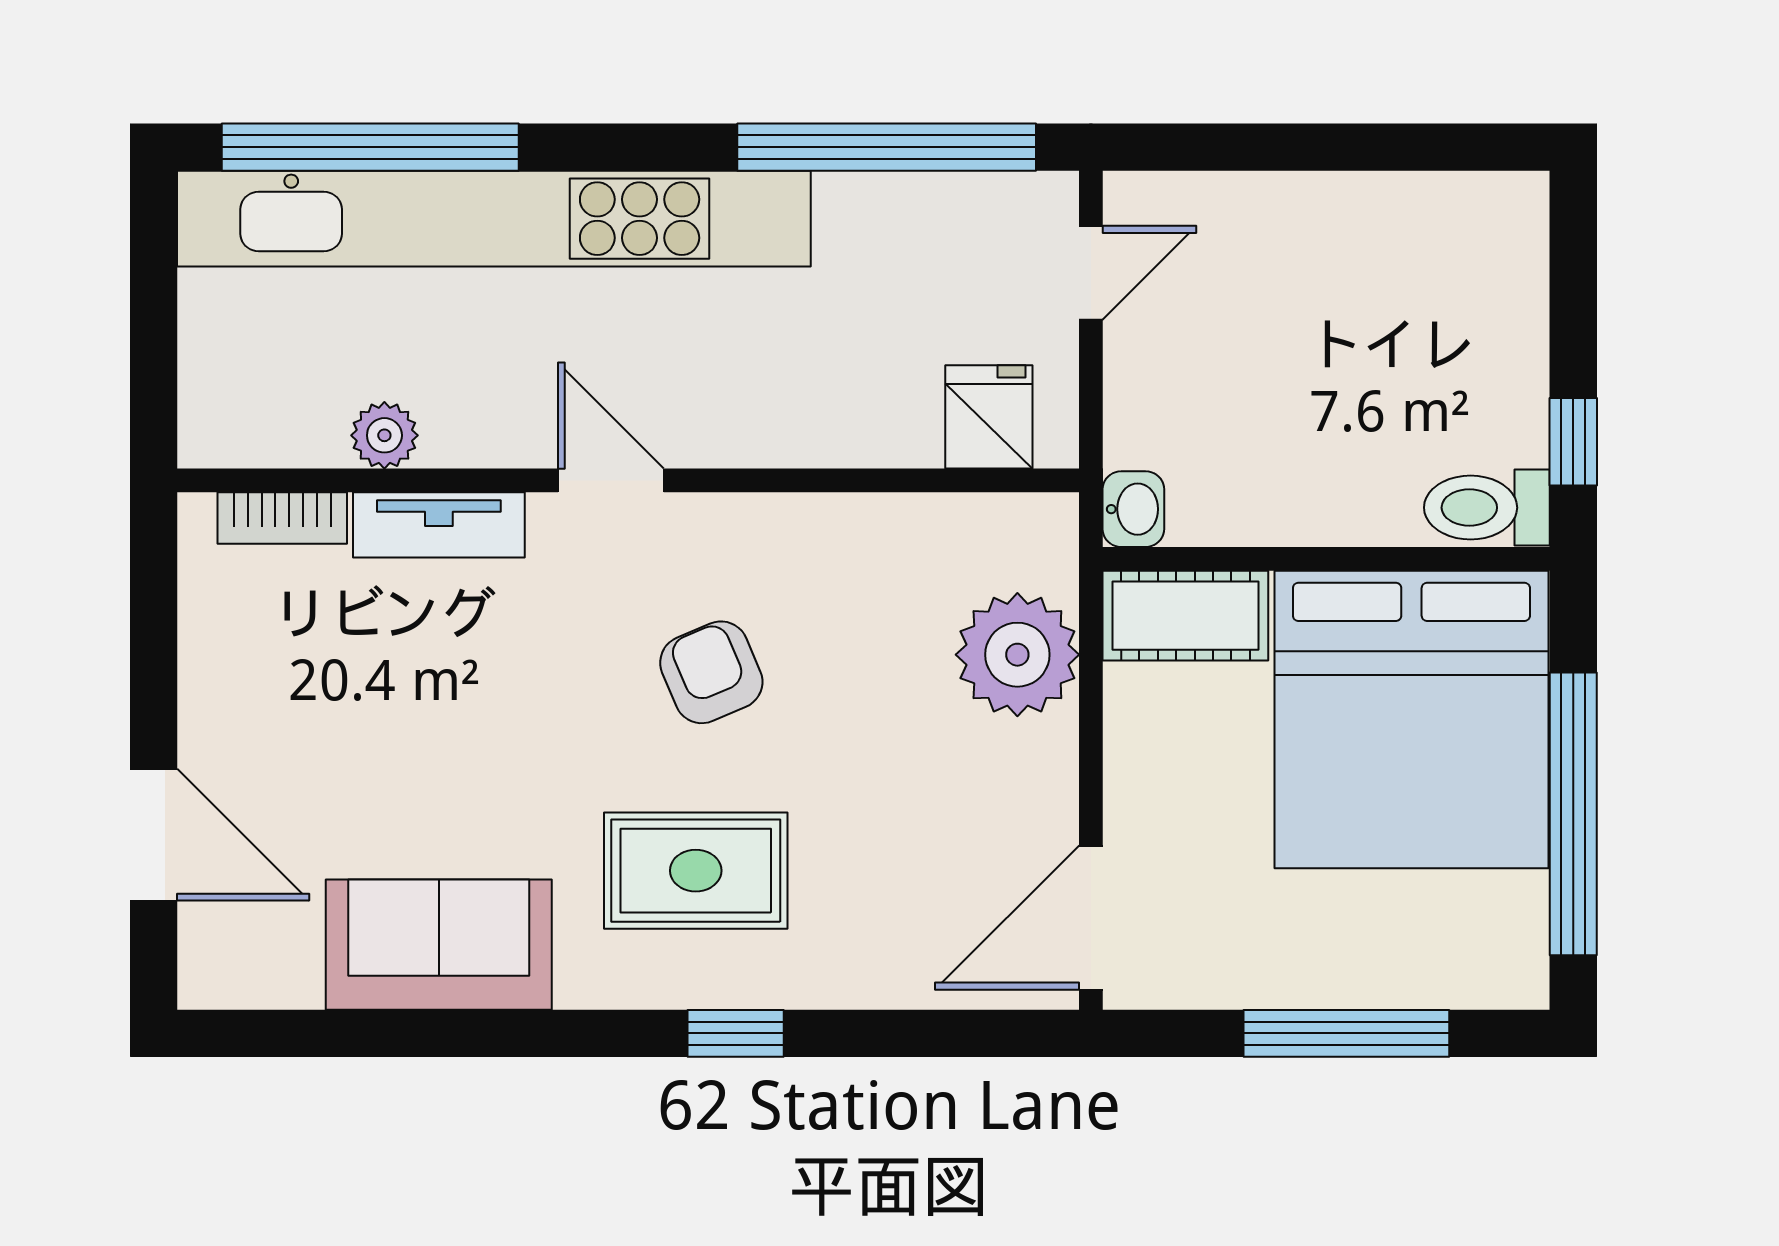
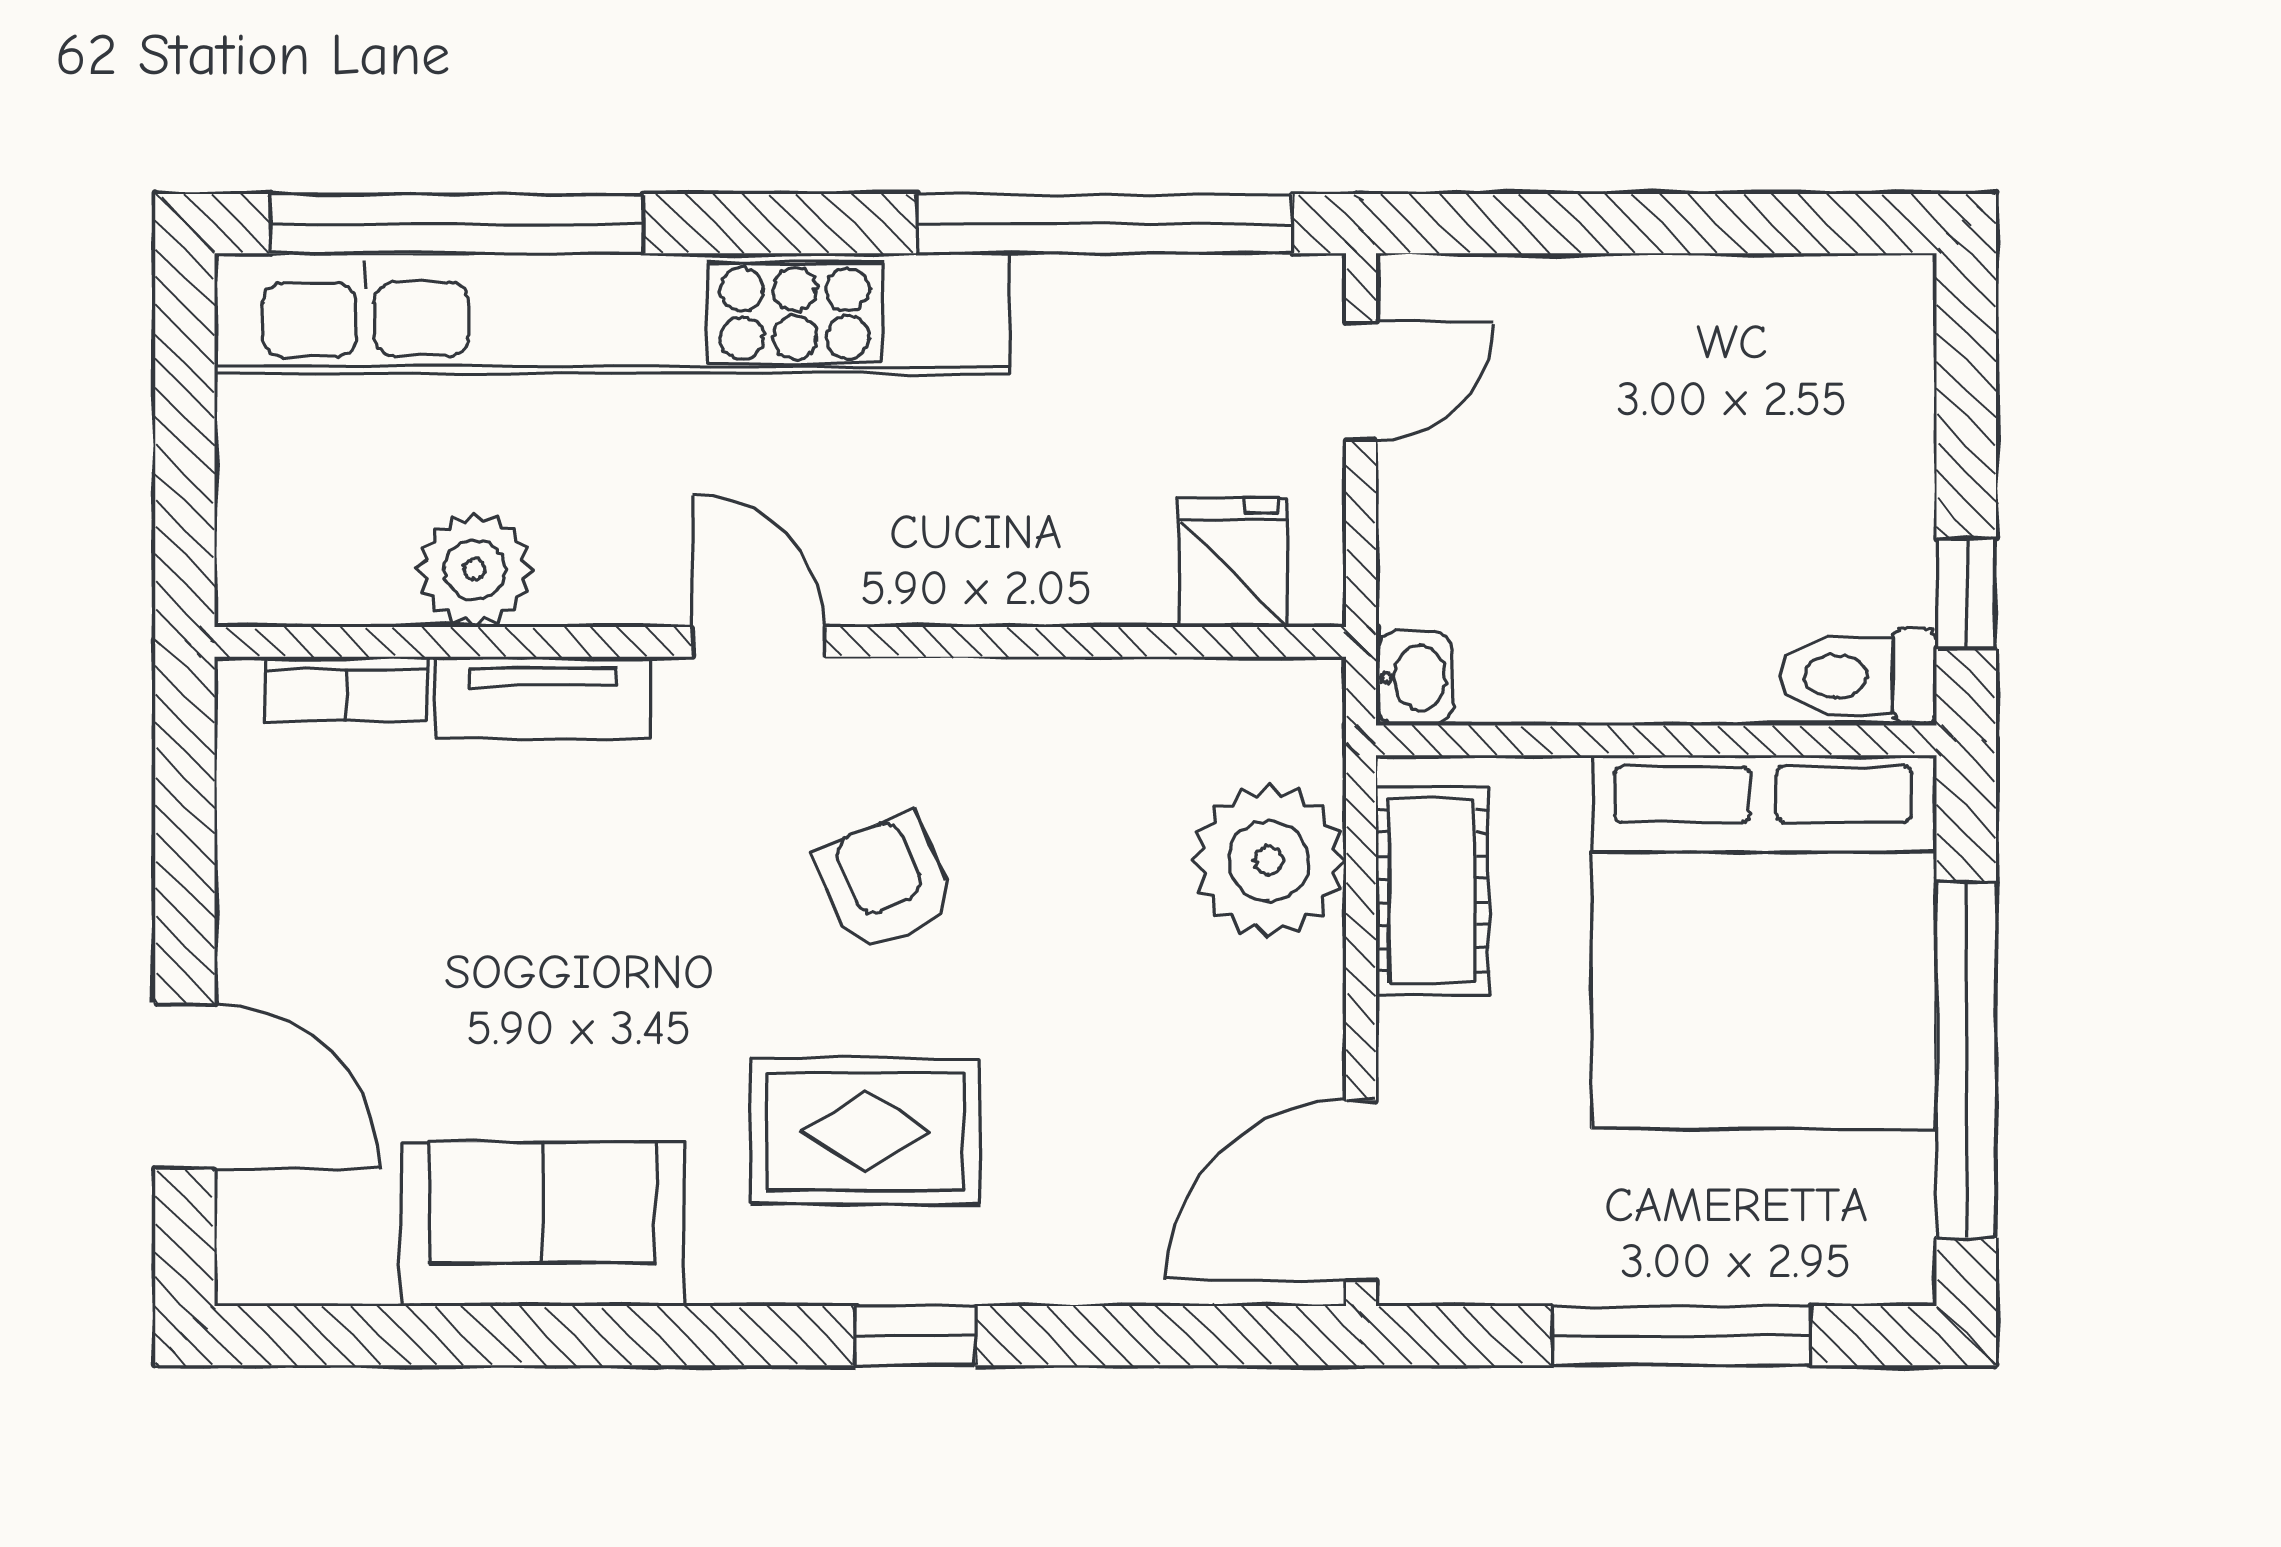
plant: (384, 435) -> (475, 570), width x1.38, depth x1.38
cot: (1185, 616) -> (1432, 891), moved, turned 90

